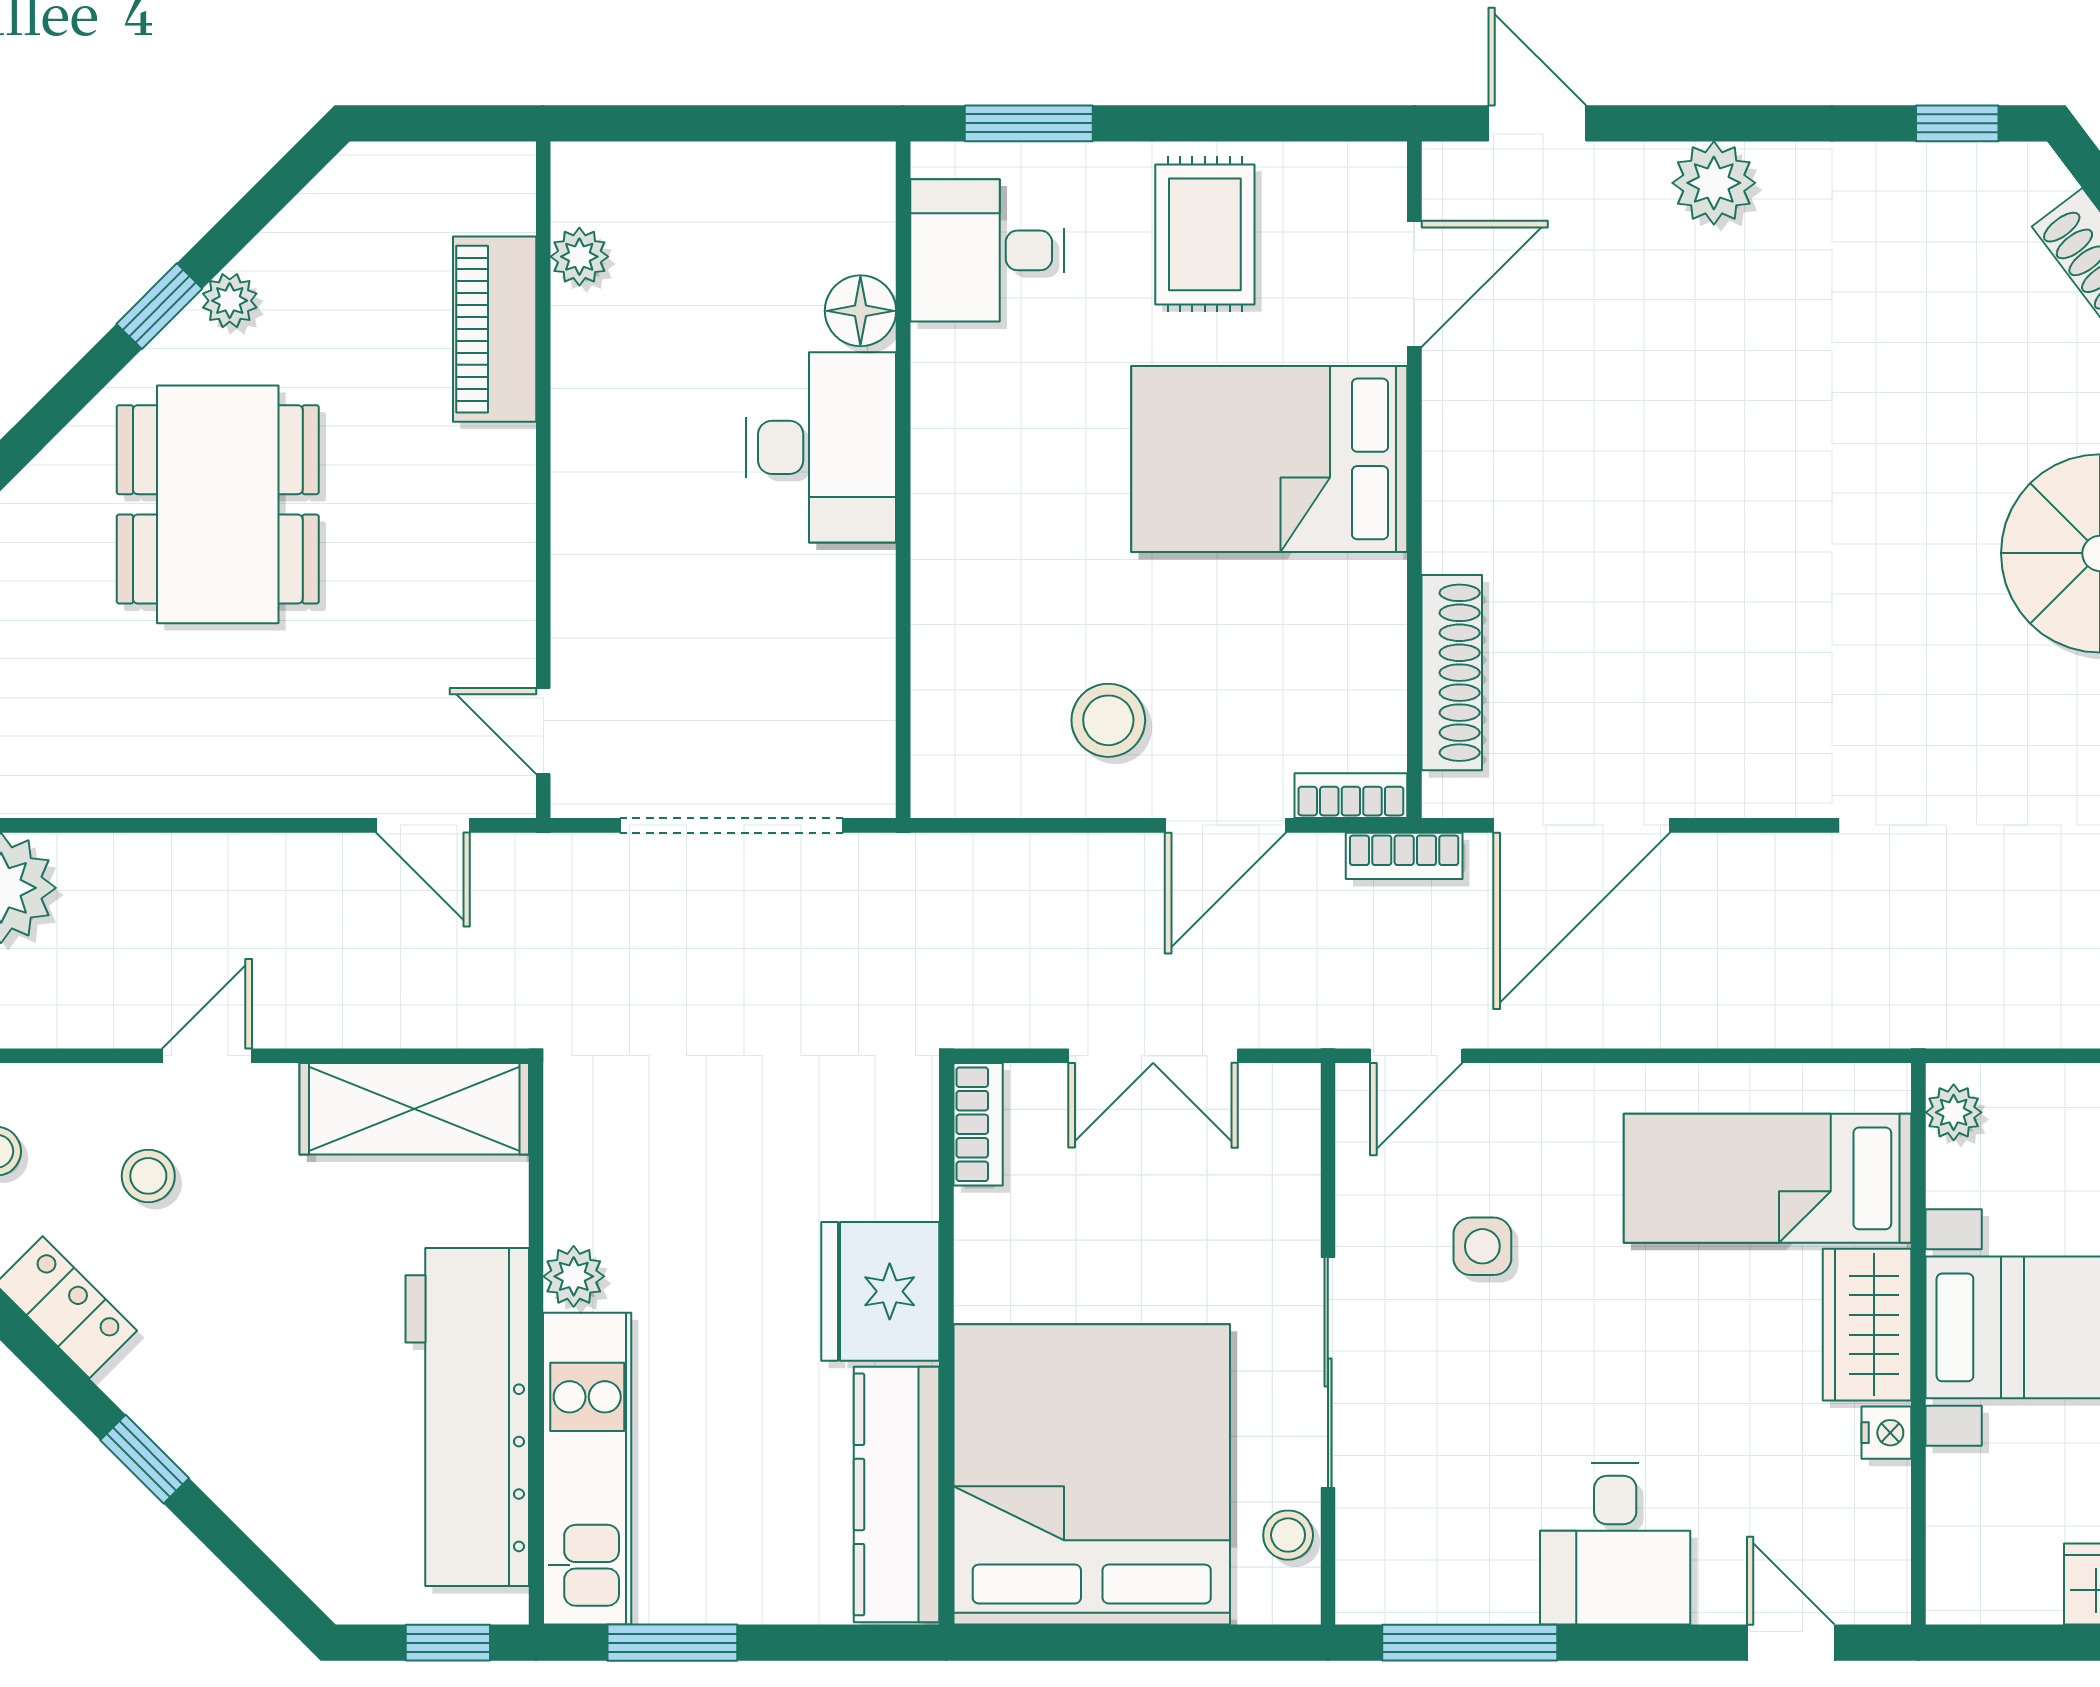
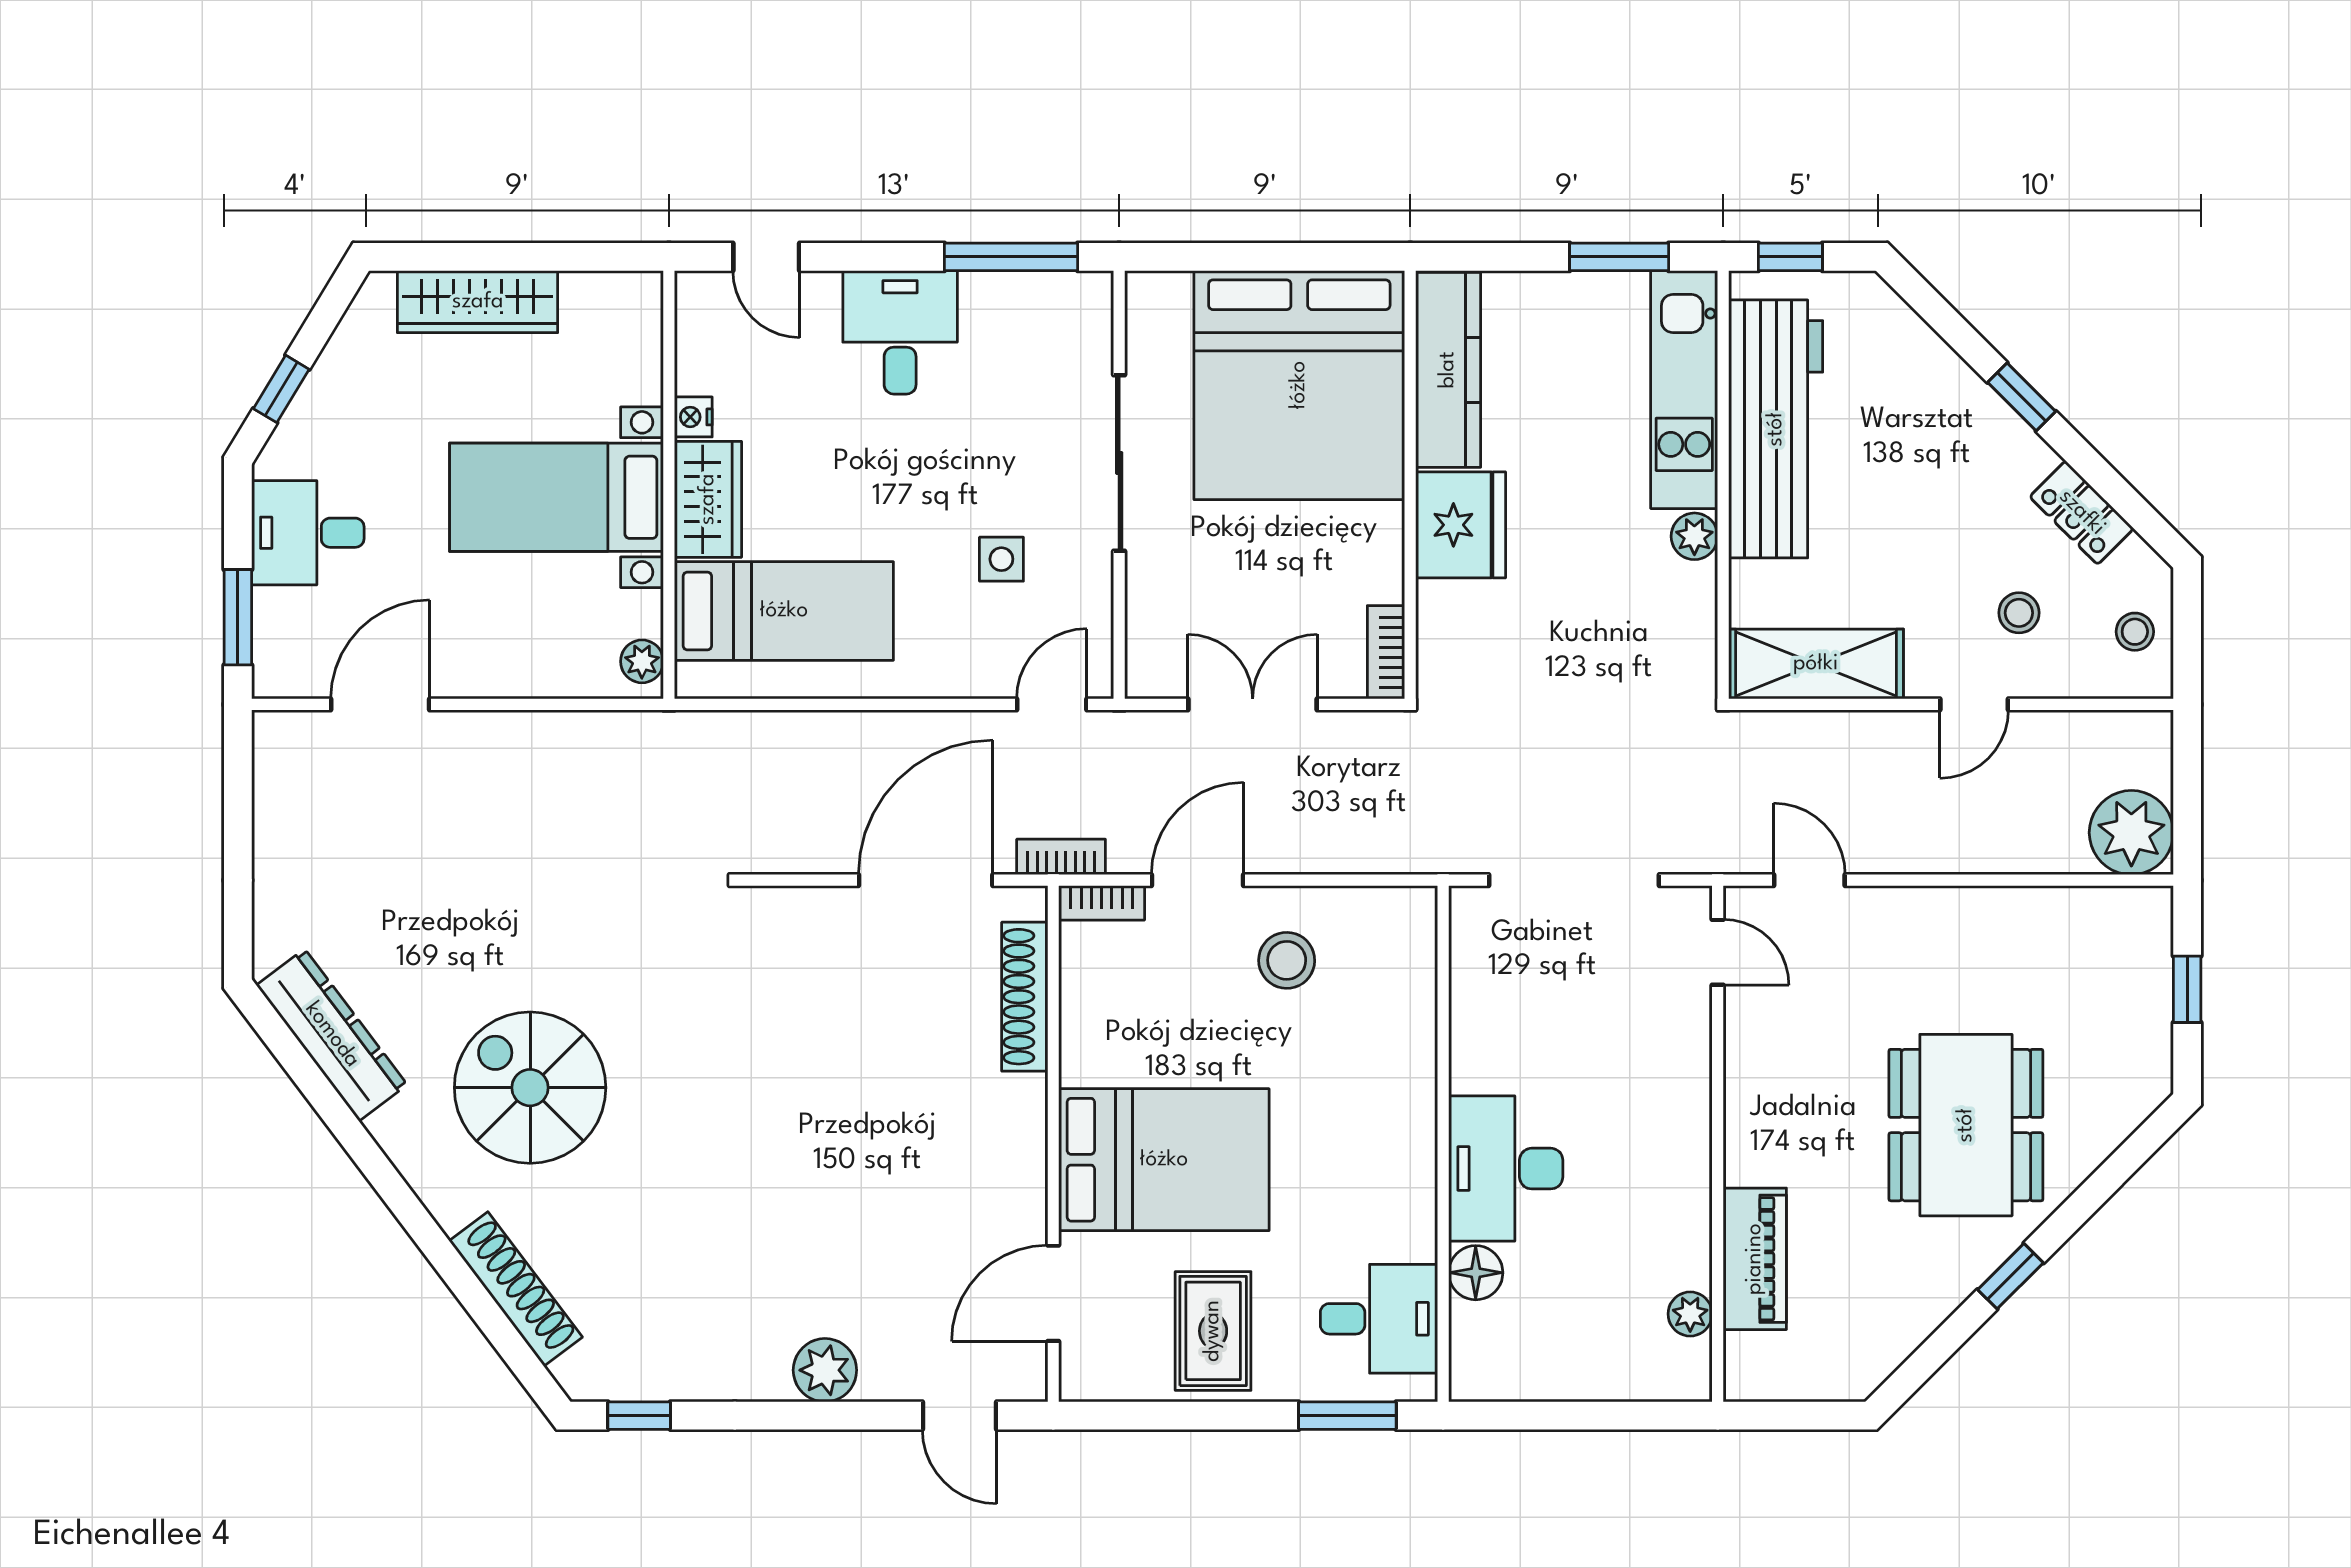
plant: (230, 301) -> (1957, 1281), removed
stool: (1288, 1535) -> (1150, 339), removed

